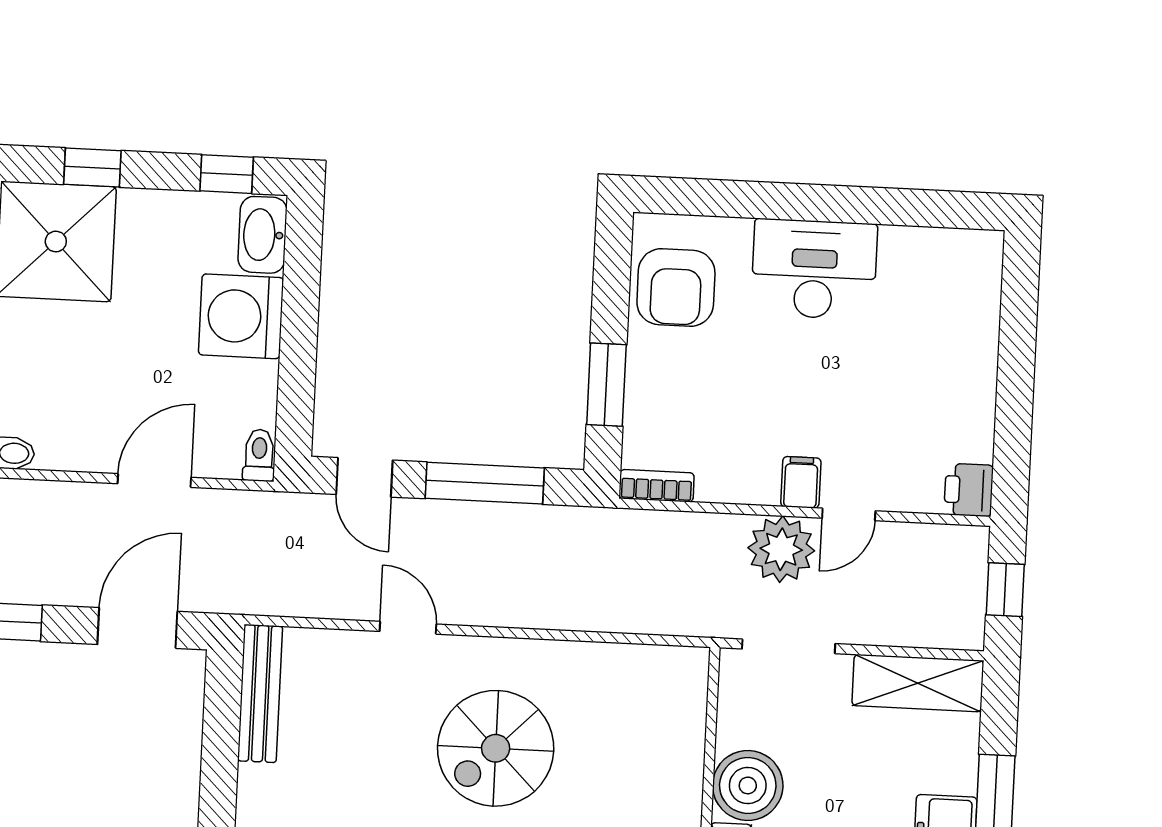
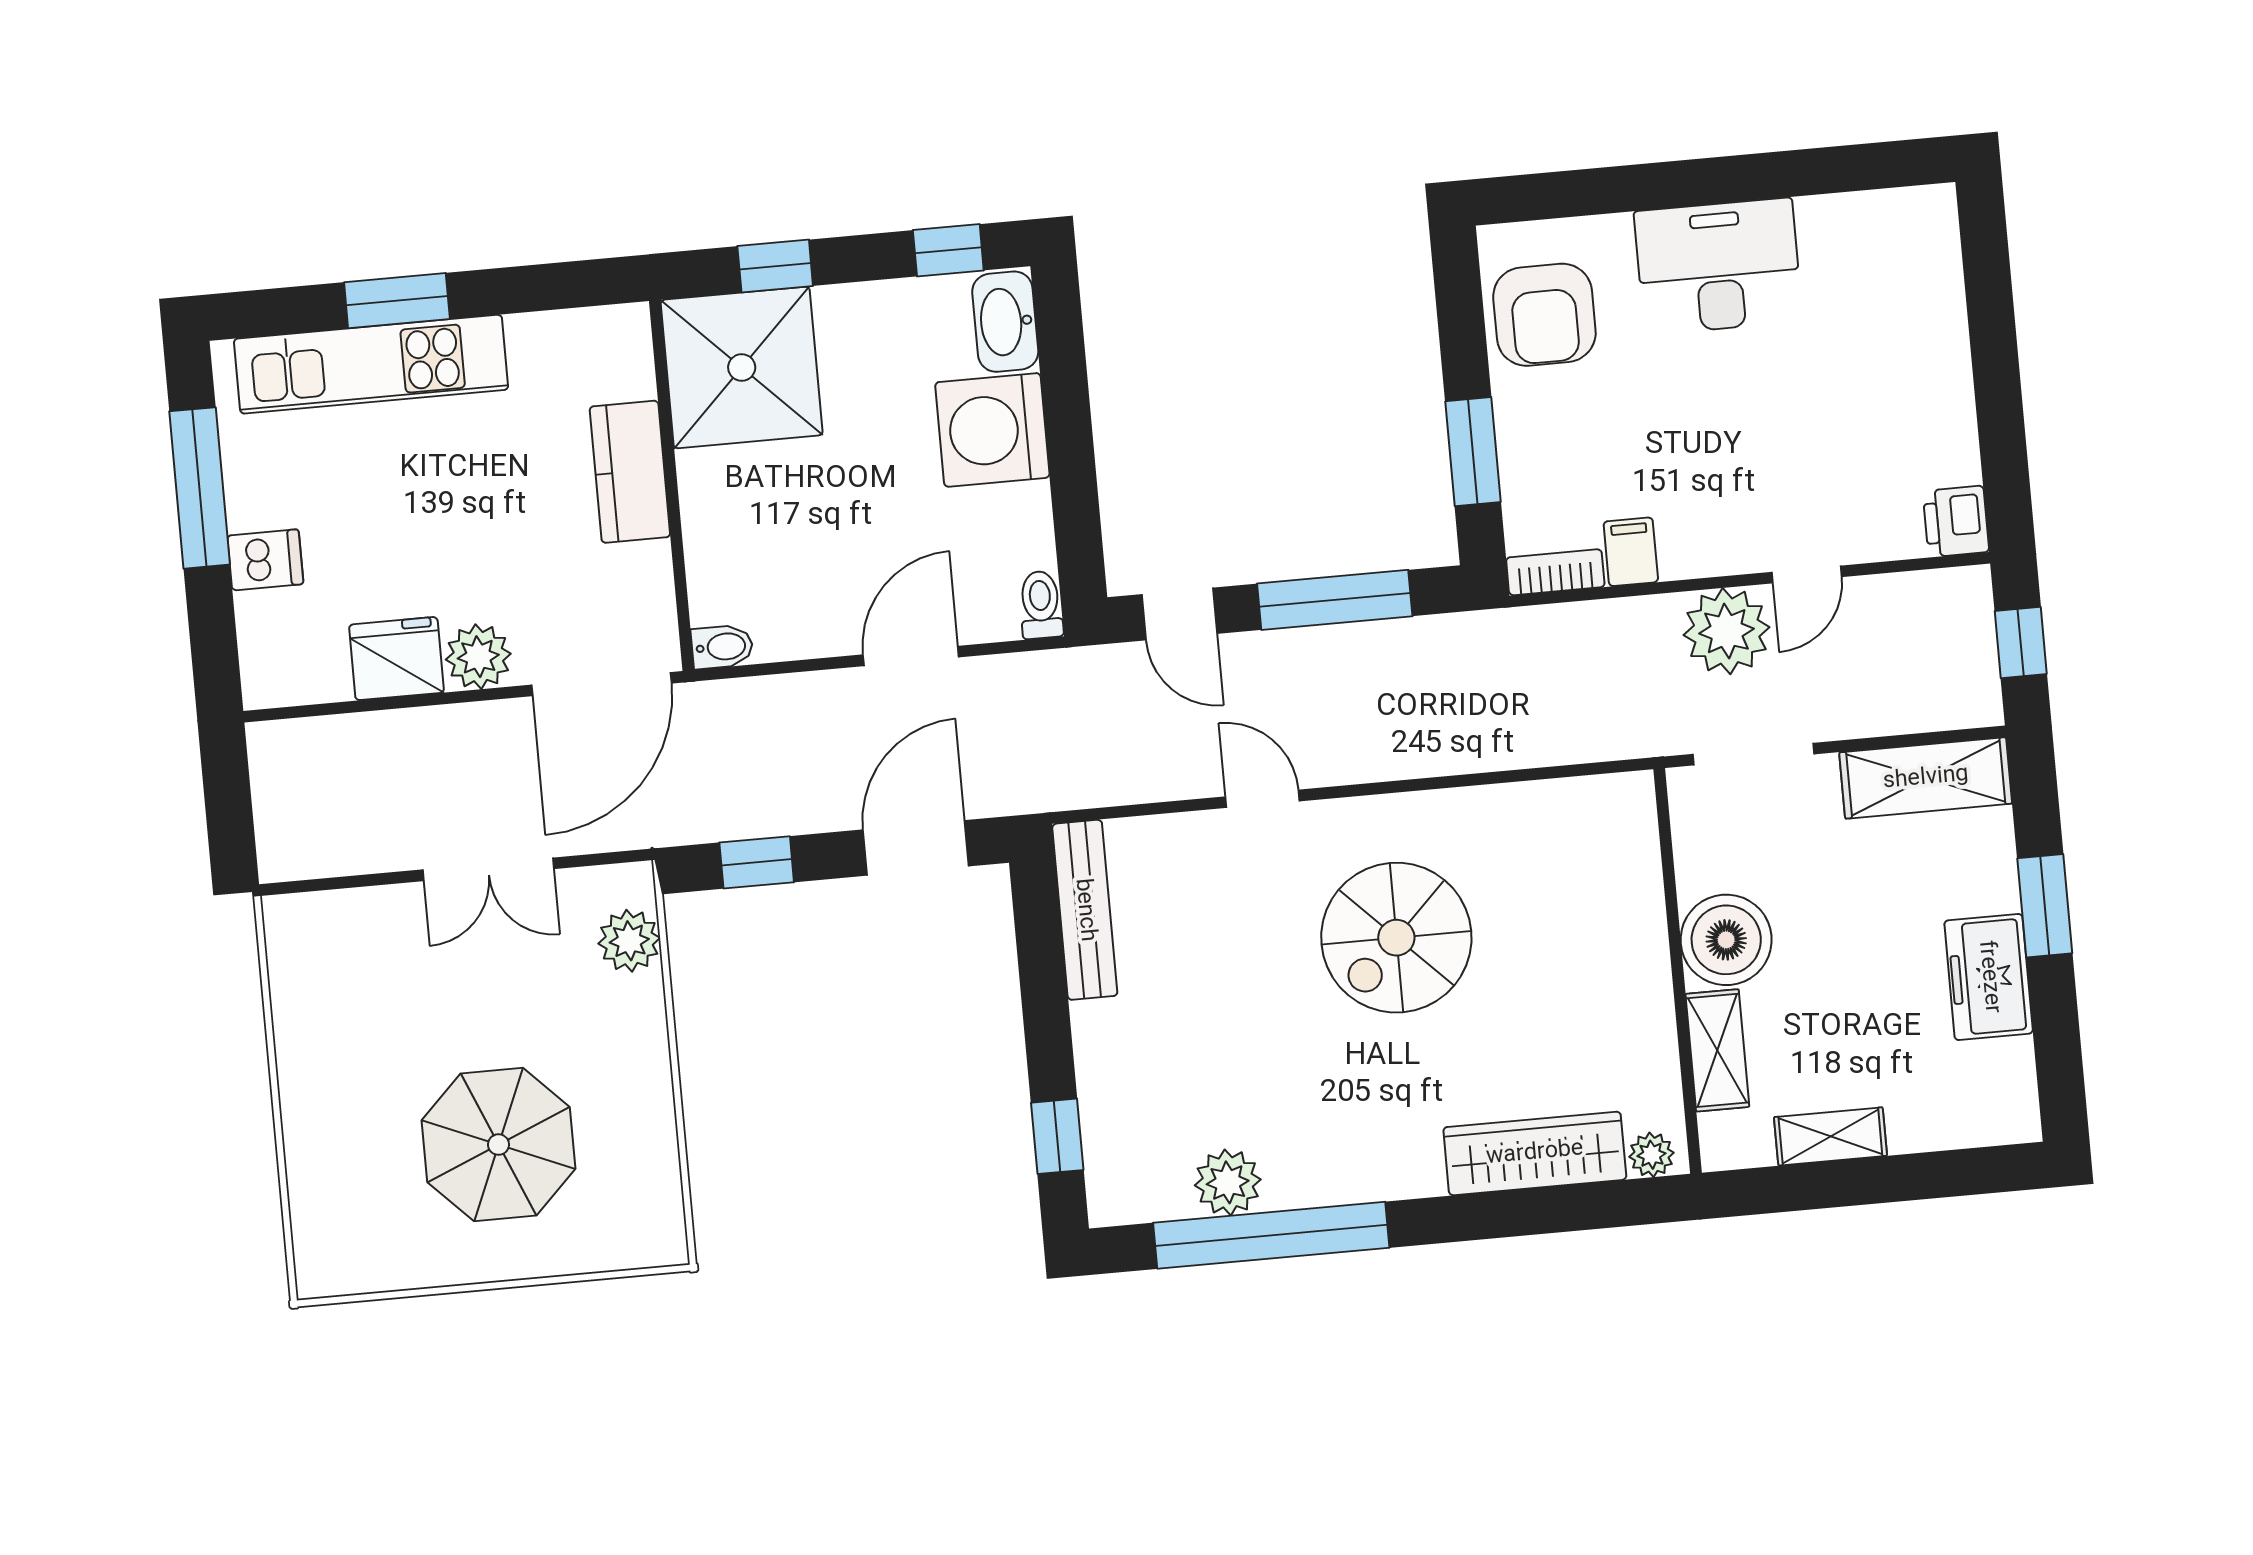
filing cabinet: (801, 482) -> (1631, 552), moved

